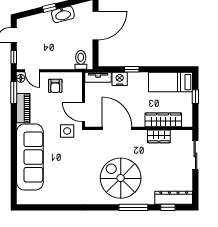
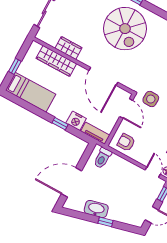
armchair: (55, 86) -> (126, 142), moved, turned -90

